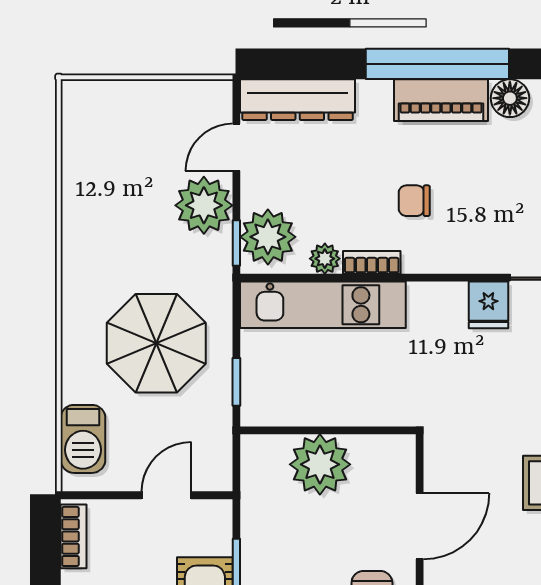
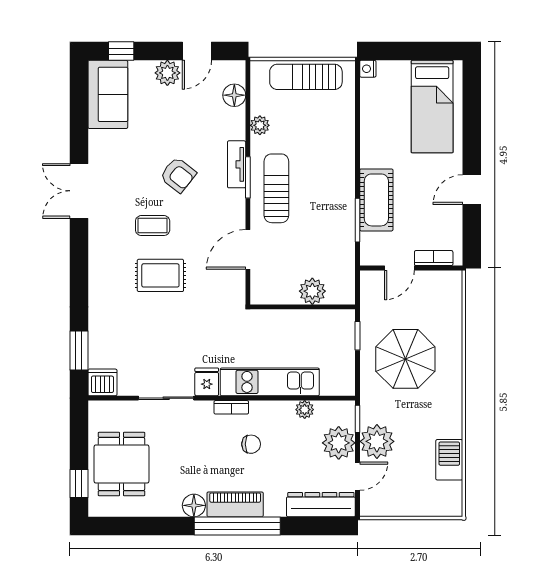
plant: (268, 237) -> (339, 443), moved
bookcase: (372, 262) -> (231, 407), moved
kitchen unit: (323, 305) -> (270, 382), moved
barbecue: (83, 439) -> (449, 460), moved
plant: (320, 464) -> (312, 291), width x0.73, depth x0.73
bookcase: (74, 536) -> (434, 258), moved, turned 90

